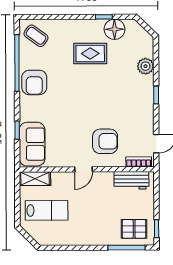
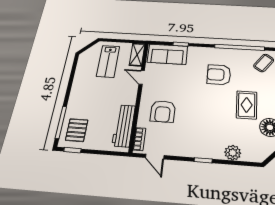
armchair: (34, 82) -> (219, 75), moved
door: (83, 169) -> (142, 77), moved
workbench: (131, 180) -> (124, 126), width x1.37

